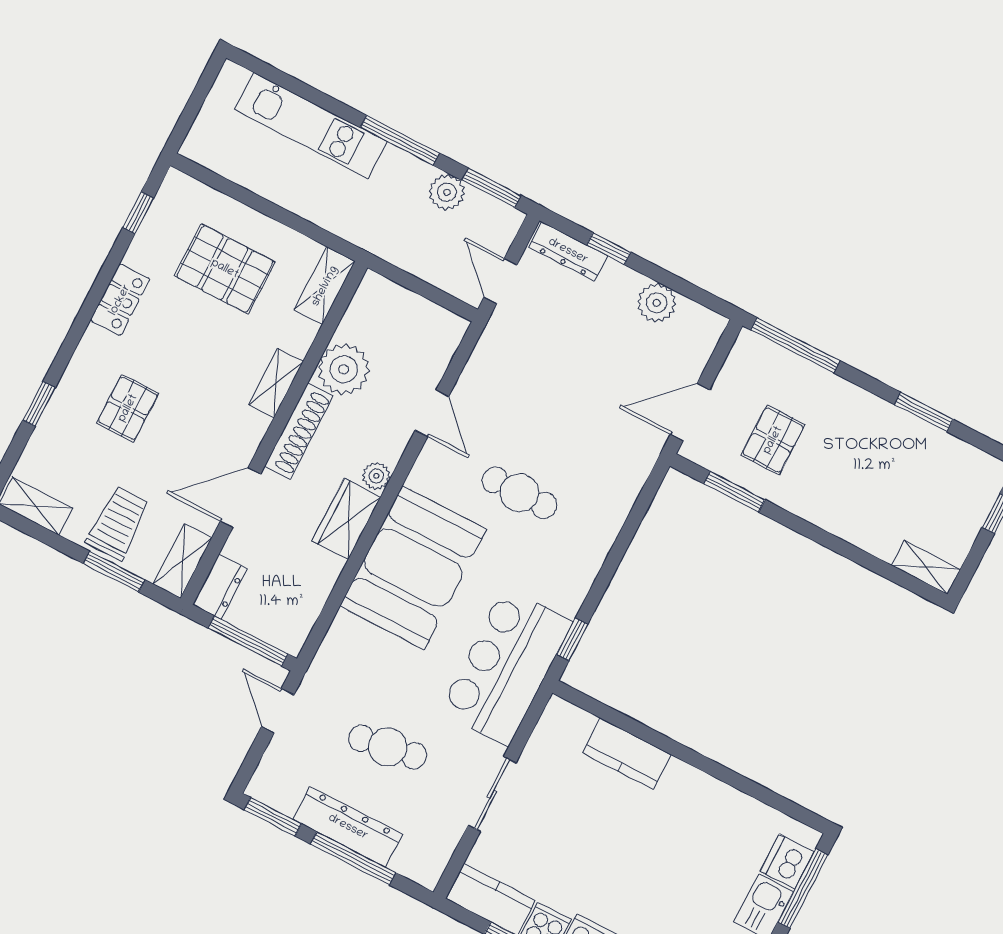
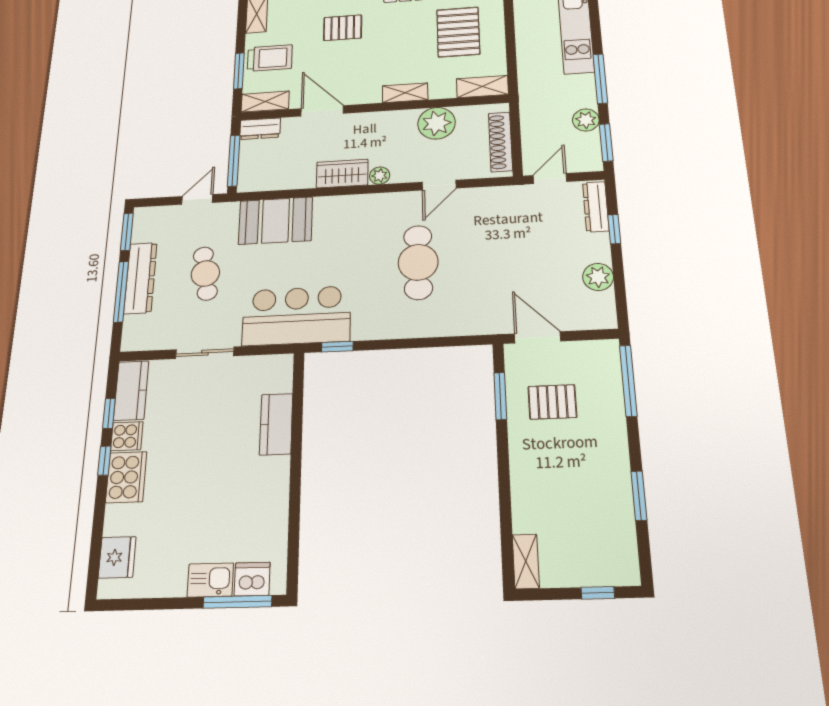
shoe rack: (299, 431) -> (500, 142), moved, turned 90
cafe table: (519, 493) -> (418, 262), width x1.37, depth x1.35
booth: (413, 568) -> (276, 221), moved, width x0.73, depth x0.70

